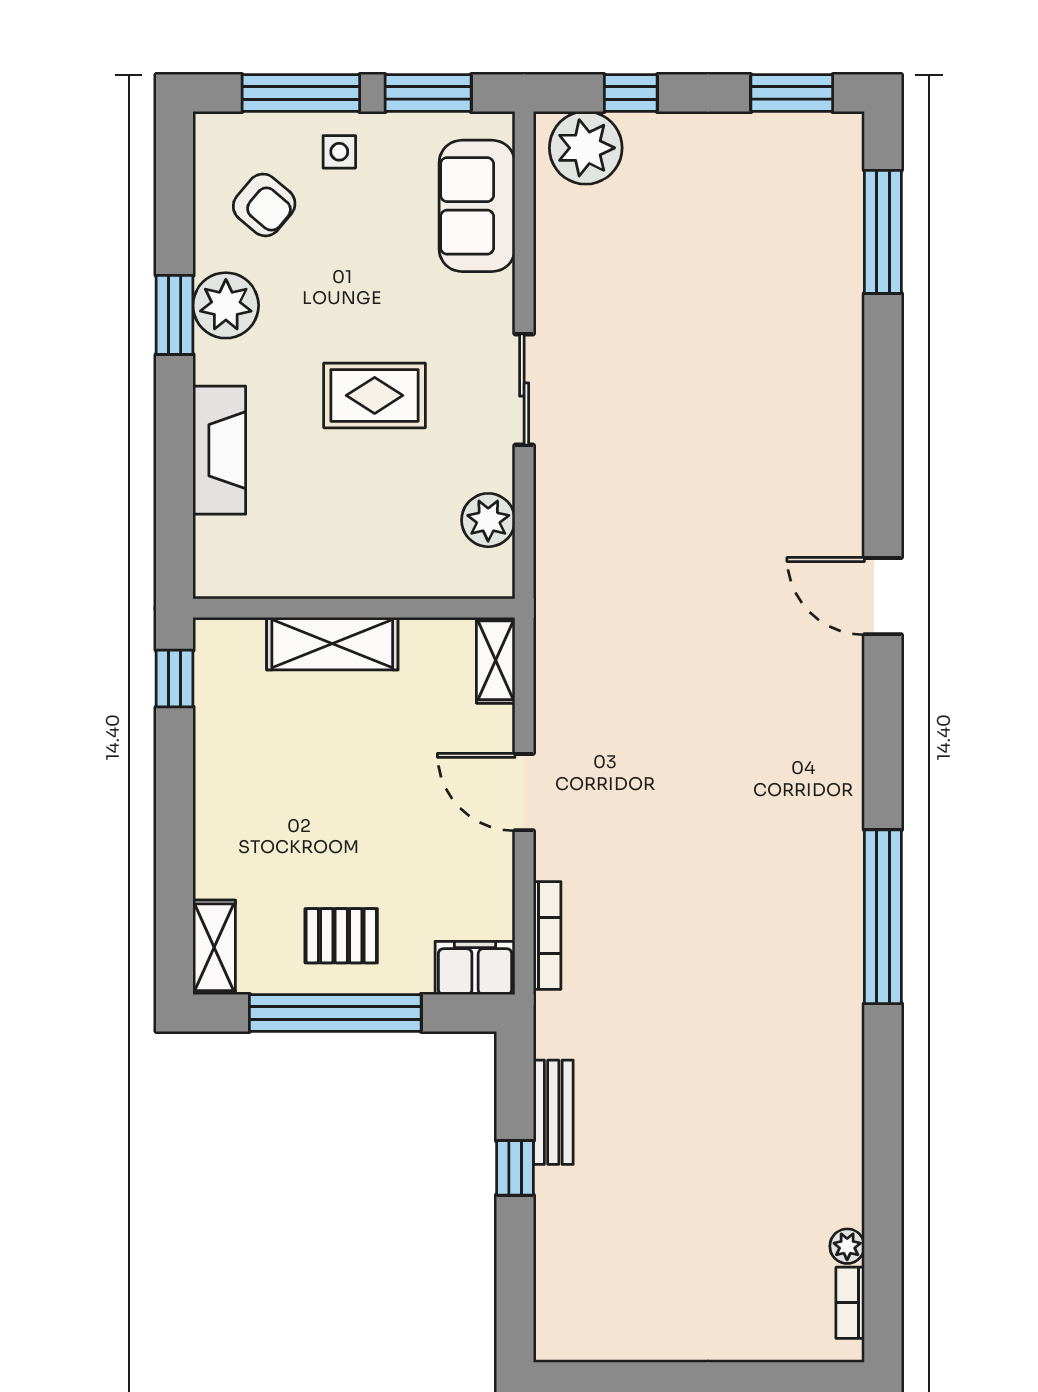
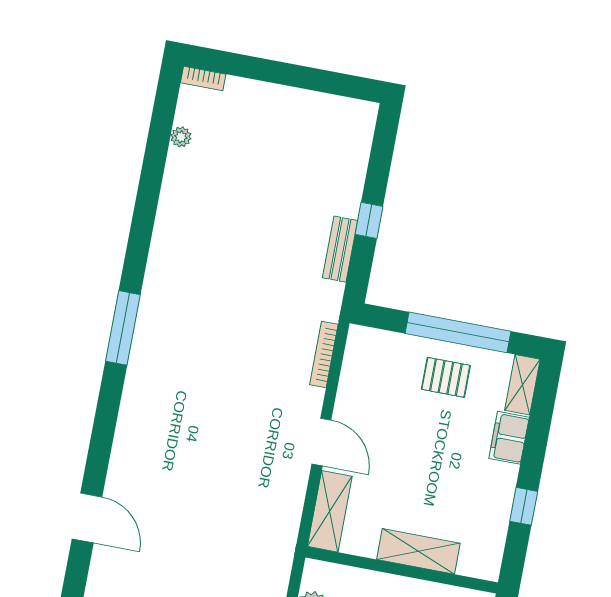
shelving: (496, 660) -> (330, 511), width x1.50, depth x1.33
window: (175, 679) -> (524, 506), moved
window: (883, 917) -> (123, 328), width x0.68
filing cabinet: (475, 968) -> (509, 438), moved, turned 90
bookcase: (850, 1303) -> (203, 79), moved, turned 90

